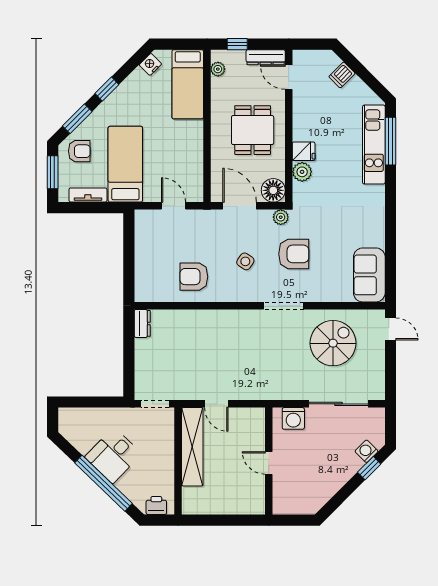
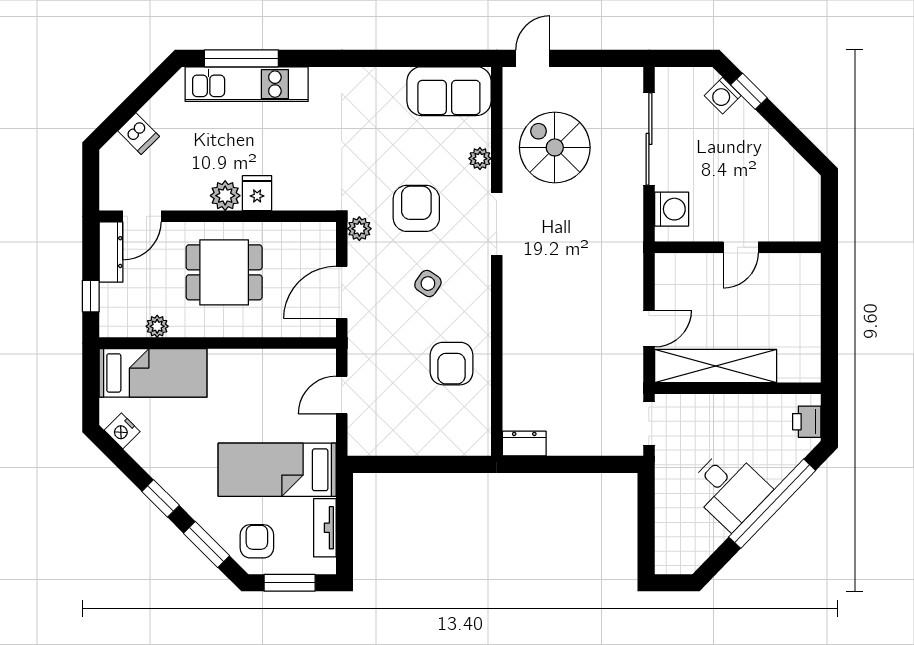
plant: (218, 69) -> (157, 326), moved
plant: (302, 172) -> (225, 196), moved
floor lamp: (273, 190) -> (318, 240), removed
plant: (326, 295) -> (480, 159), added

